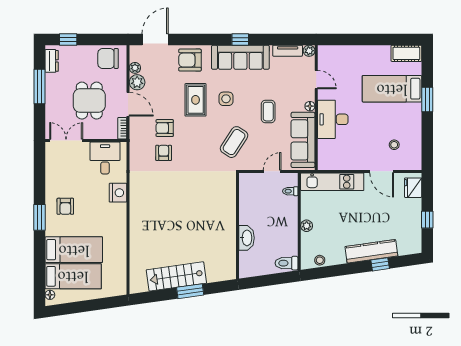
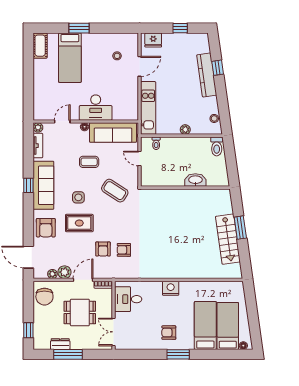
dresser: (52, 61) -> (60, 344), moved
nightstand: (118, 193) -> (171, 288), moved
armchair: (65, 206) -> (169, 333), turned 180

